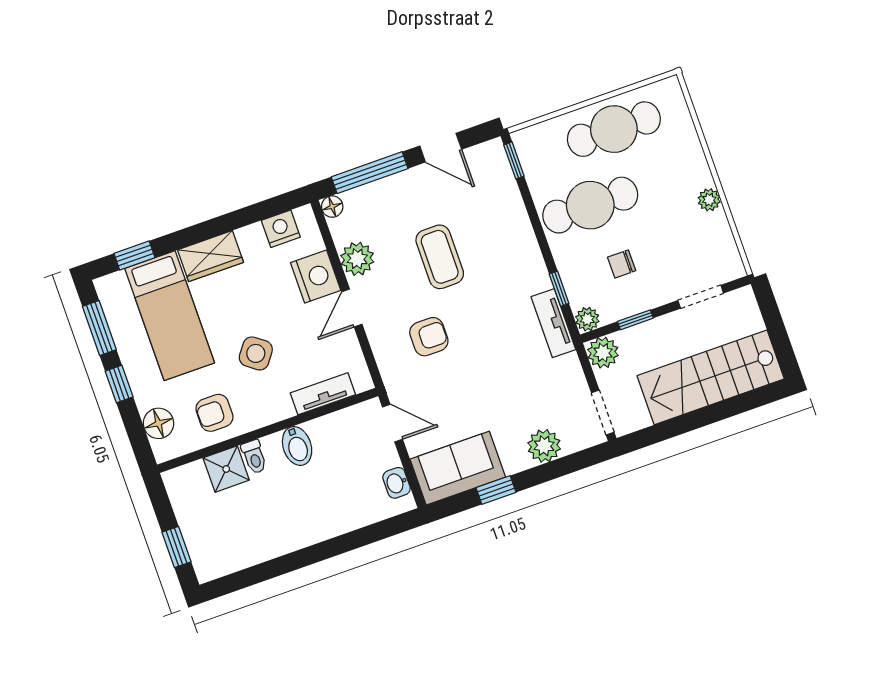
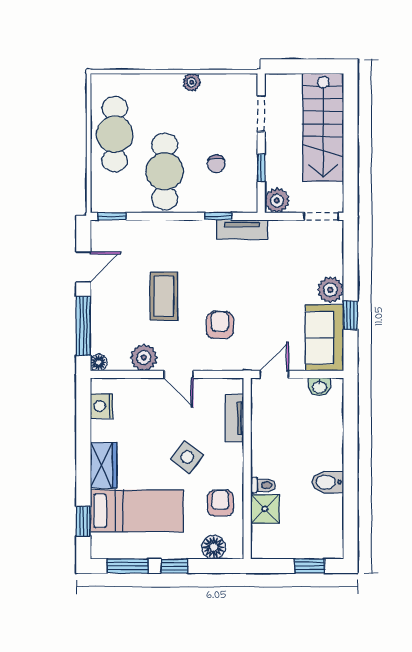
coffee table: (440, 257) -> (164, 296), turned 90
nightstand: (316, 277) -> (146, 393), removed
plant: (587, 319) -> (248, 203), removed
armchair: (214, 413) -> (220, 503), turned 180
bidet: (297, 446) -> (328, 482), moved, turned 180
plant: (544, 446) -> (330, 290), moved

